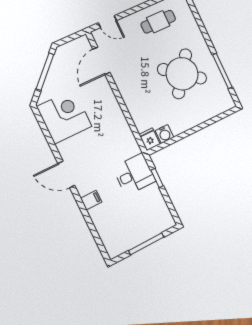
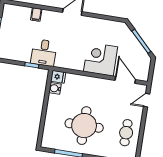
round table: (182, 74) -> (84, 126), turned -37
corner desk: (64, 116) -> (101, 59), moved, turned 180
filing cabinet: (91, 200) -> (36, 14), moved

